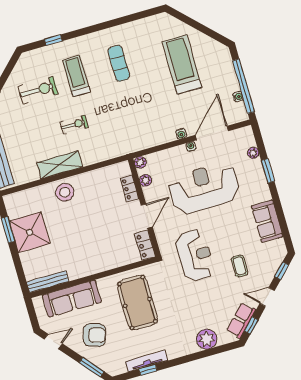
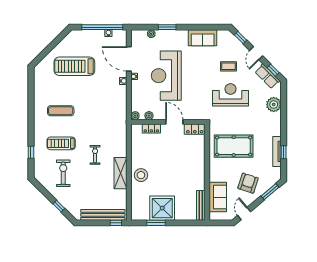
reception desk: (195, 255) -> (230, 95), moved
sofa: (72, 299) -> (218, 197), width x0.73

